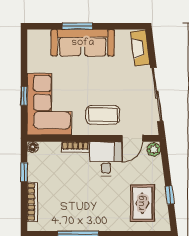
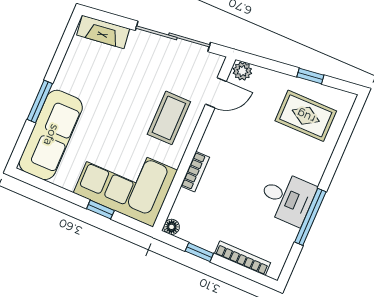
sofa: (83, 43) -> (51, 135), moved
door: (132, 138) -> (216, 93), hinge flipped
desk: (106, 159) -> (287, 198), moved, turned 180

